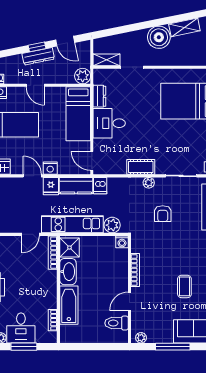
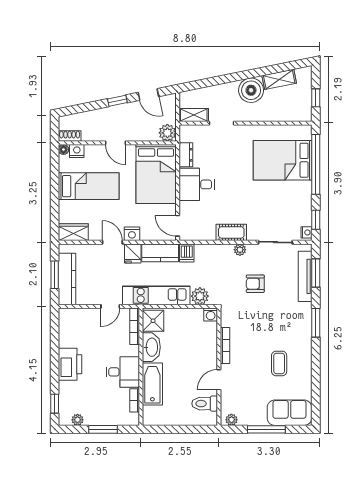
dresser: (38, 56) -> (119, 111), removed
bed: (78, 114) -> (156, 174), width x1.50
armchair: (163, 214) -> (255, 284), turned 90
desk: (21, 328) -> (123, 372), moved, turned -90

